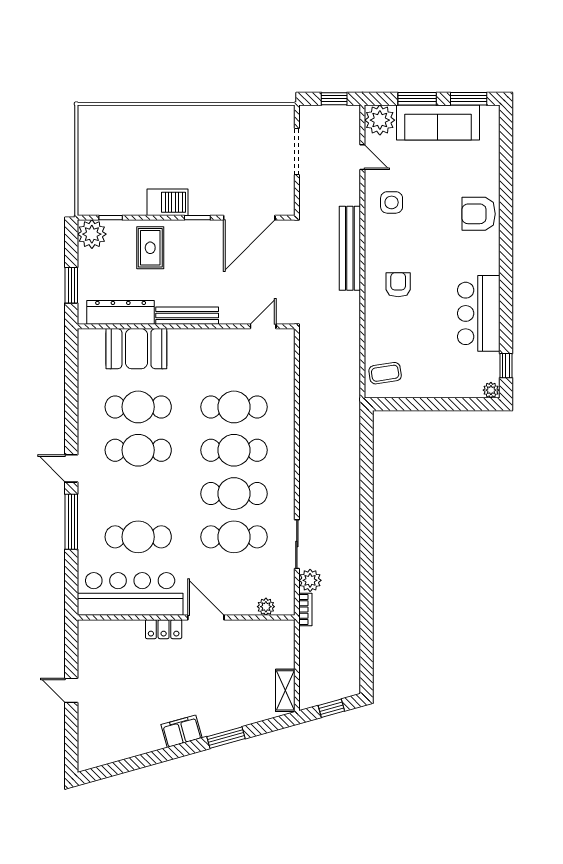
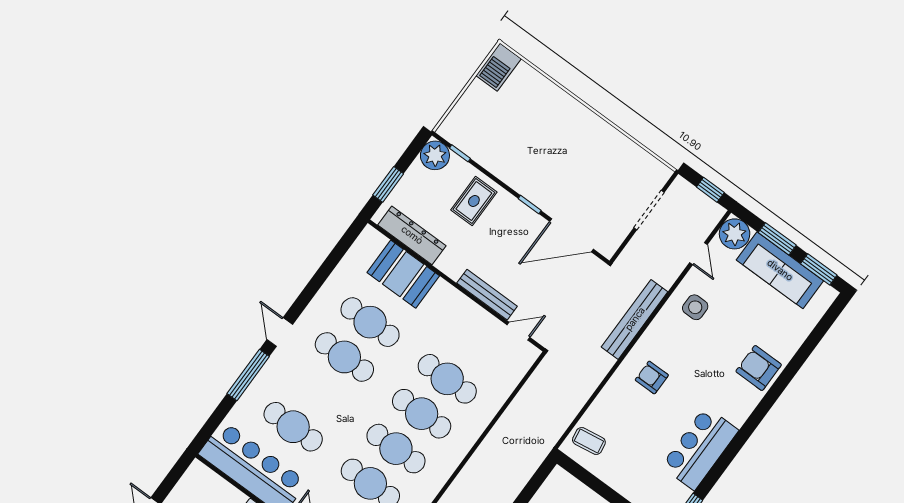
barbecue: (167, 202) -> (499, 67), moved, turned 90
armchair: (398, 285) -> (652, 378), turned -90
bench: (187, 316) -> (487, 295), moved

